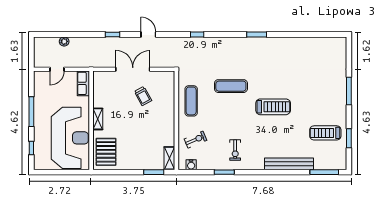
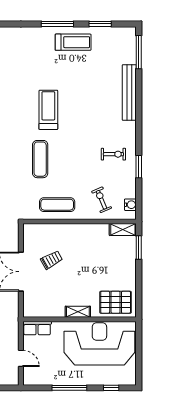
window: (349, 91) -> (57, 24), moved
treadmill: (273, 107) -> (48, 110), moved
treadmill: (325, 133) -> (73, 42), moved, turned -90

